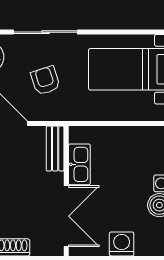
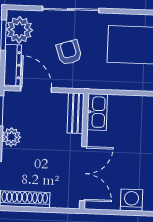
kitchen sink: (79, 164) -> (97, 112), moved

